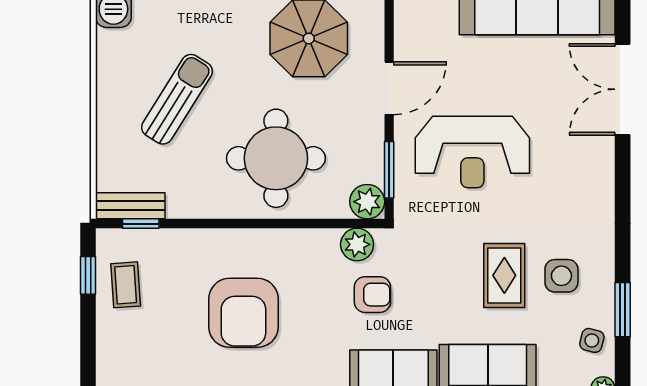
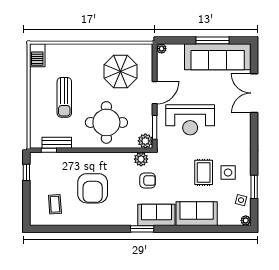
sun lounger: (177, 99) -> (64, 97), turned 148
bench: (130, 206) -> (57, 143), moved
coffee table: (126, 285) -> (55, 204), moved

